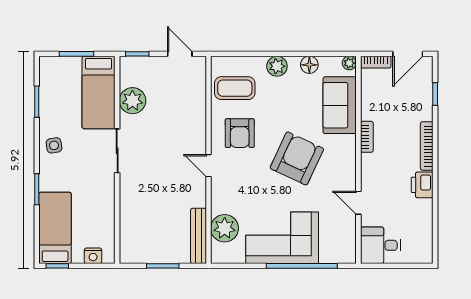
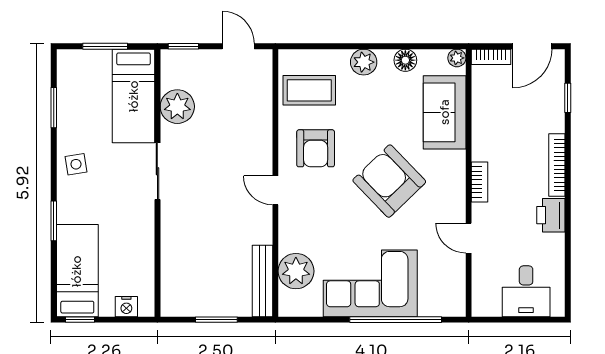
bookcase: (367, 137) -> (480, 182), moved
armchair: (297, 158) -> (389, 181), turned -69
desk: (380, 245) -> (526, 291), moved, turned -90

